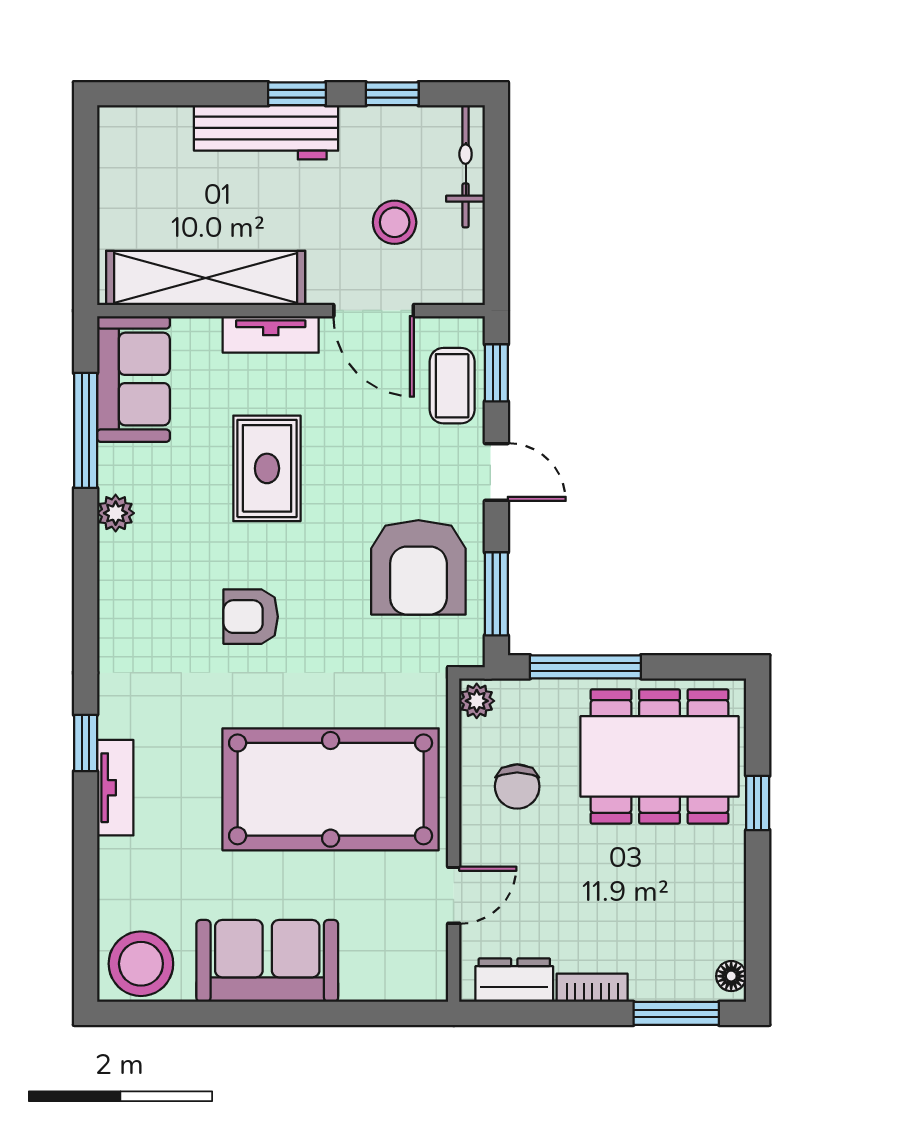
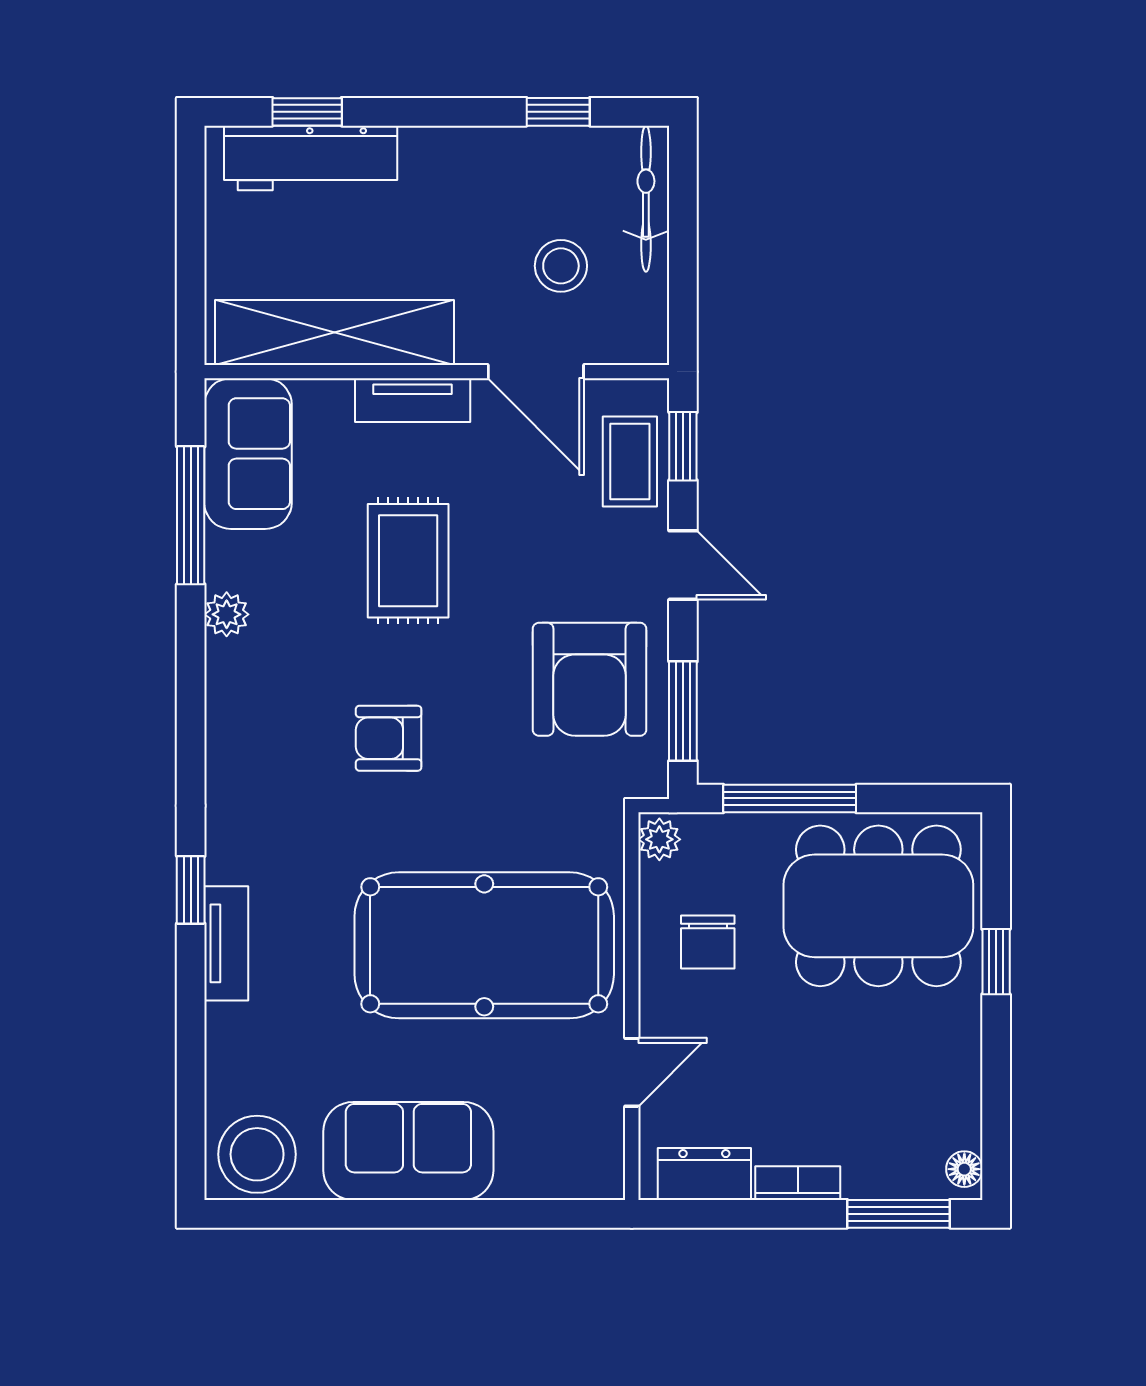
window: (297, 94) -> (307, 112), moved
workbench: (266, 132) -> (311, 158), moved

